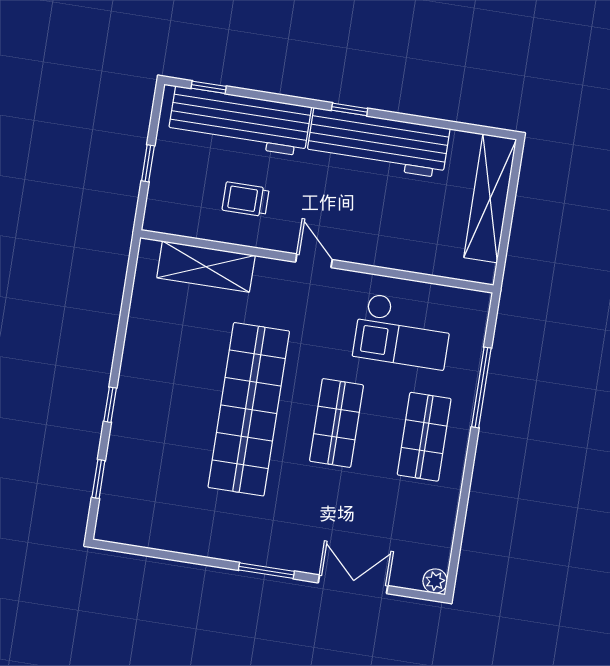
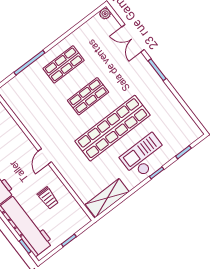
shelving: (206, 267) -> (107, 198), moved, turned 90
checkout: (403, 331) -> (144, 156), moved, turned -90

